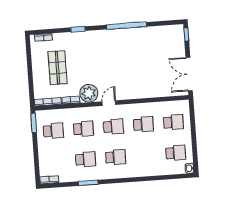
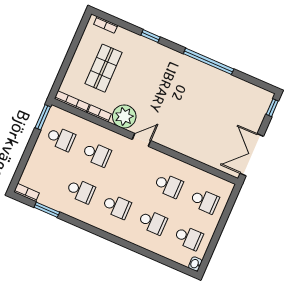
school desk: (113, 127) -> (153, 222), moved
window: (88, 183) -> (47, 210), moved

